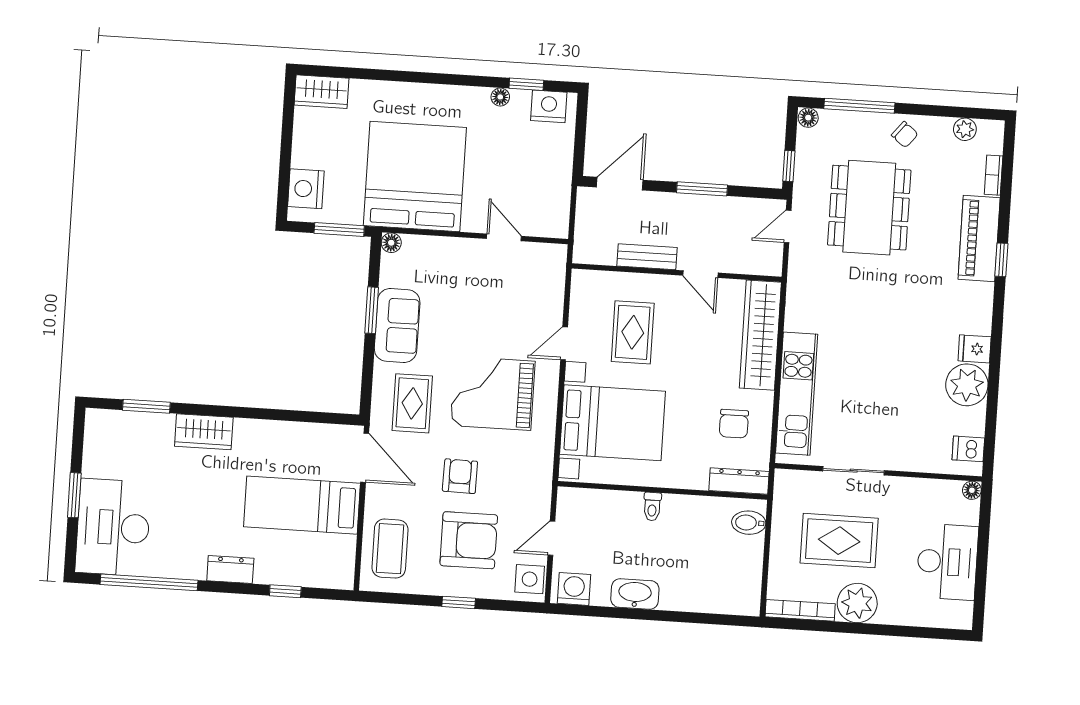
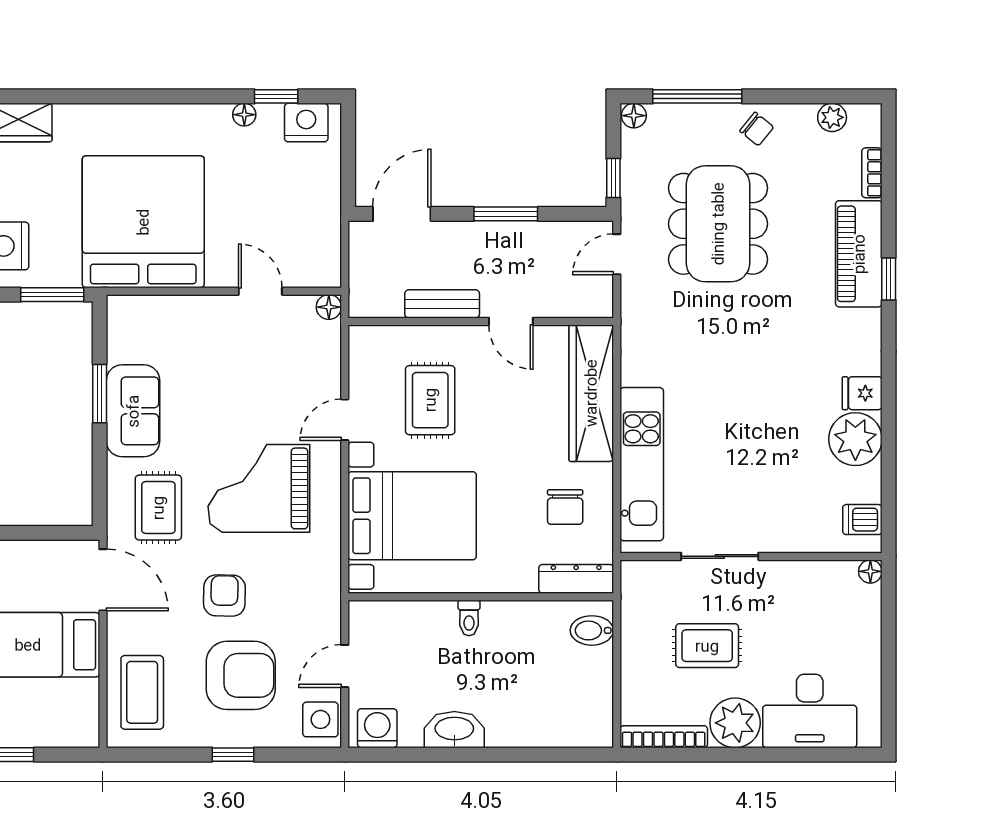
floor lamp: (391, 243) -> (329, 307), moved
rug: (839, 541) -> (707, 646), width x0.73, depth x0.70
desk: (947, 562) -> (810, 711), moved, turned 90

